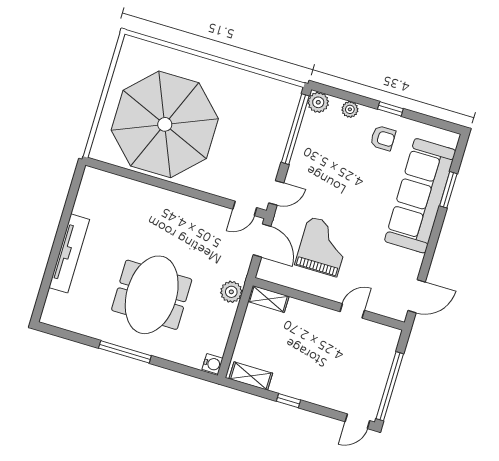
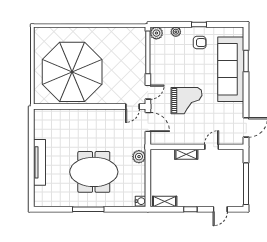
grand piano: (323, 247) -> (187, 101), moved, turned 90
meeting table: (152, 295) -> (94, 172), turned 90
shelving: (268, 299) -> (186, 154), moved
door: (357, 421) -> (220, 209), moved

